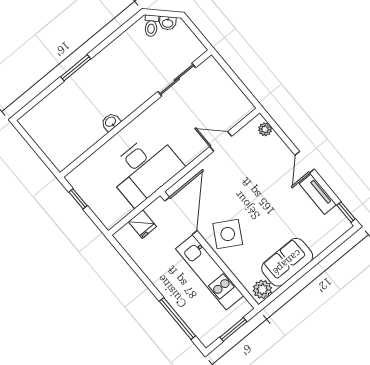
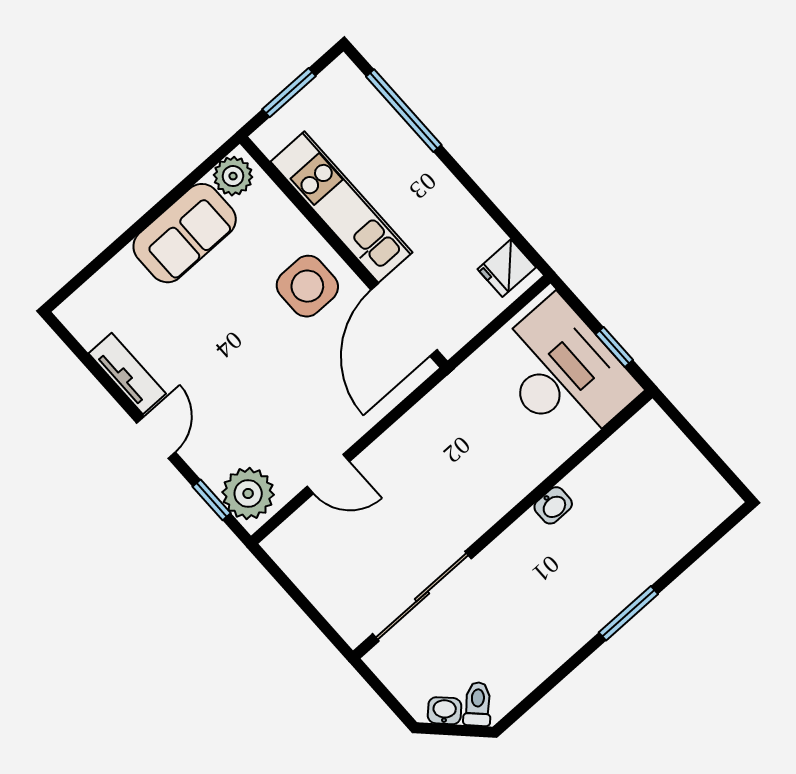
sliding door: (177, 80) -> (422, 596), width x1.37
plant: (265, 129) -> (248, 494), width x1.87, depth x1.87
desk: (145, 169) -> (563, 373), moved, turned 90
window: (346, 212) -> (212, 500), moved
fridge: (142, 224) -> (507, 268), moved, turned -90
side table: (228, 234) -> (307, 286), turned -30

